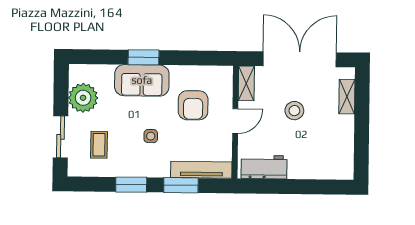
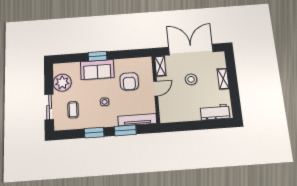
shelving: (347, 97) -> (223, 79), moved
workbench: (264, 167) -> (215, 112), moved

